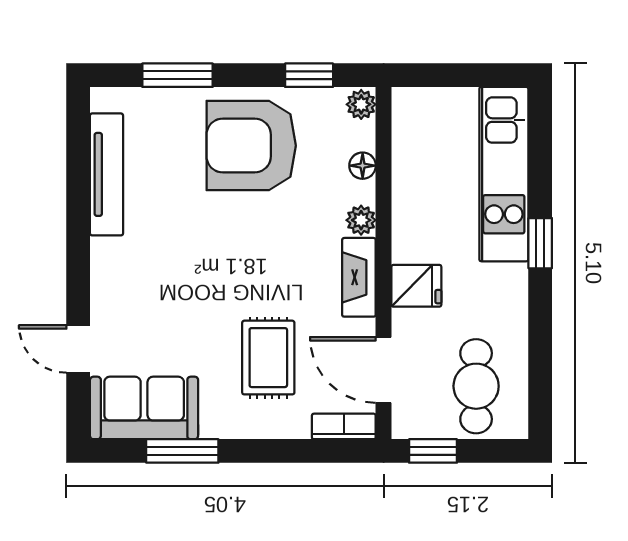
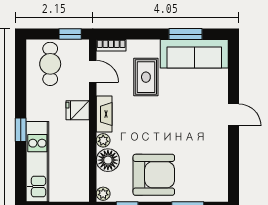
floor lamp: (363, 166) -> (108, 160), width x1.89, depth x1.89
tv unit: (107, 174) -> (220, 161), removed
door: (78, 349) -> (233, 115), moved
door: (384, 370) -> (93, 71), width x0.73
sofa: (144, 408) -> (194, 54), width x1.36

